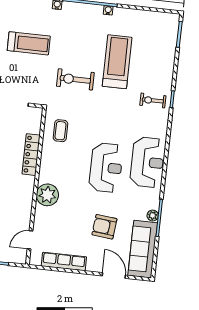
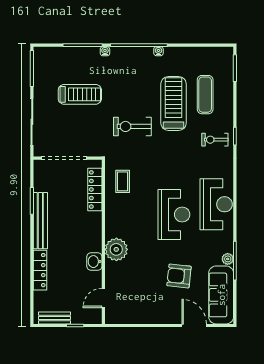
exercise mat: (148, 57) -> (205, 95), added
locker: (31, 155) -> (95, 189), moved
washbasin: (25, 204) -> (94, 262), added
row of seats: (64, 261) -> (141, 317), removed

